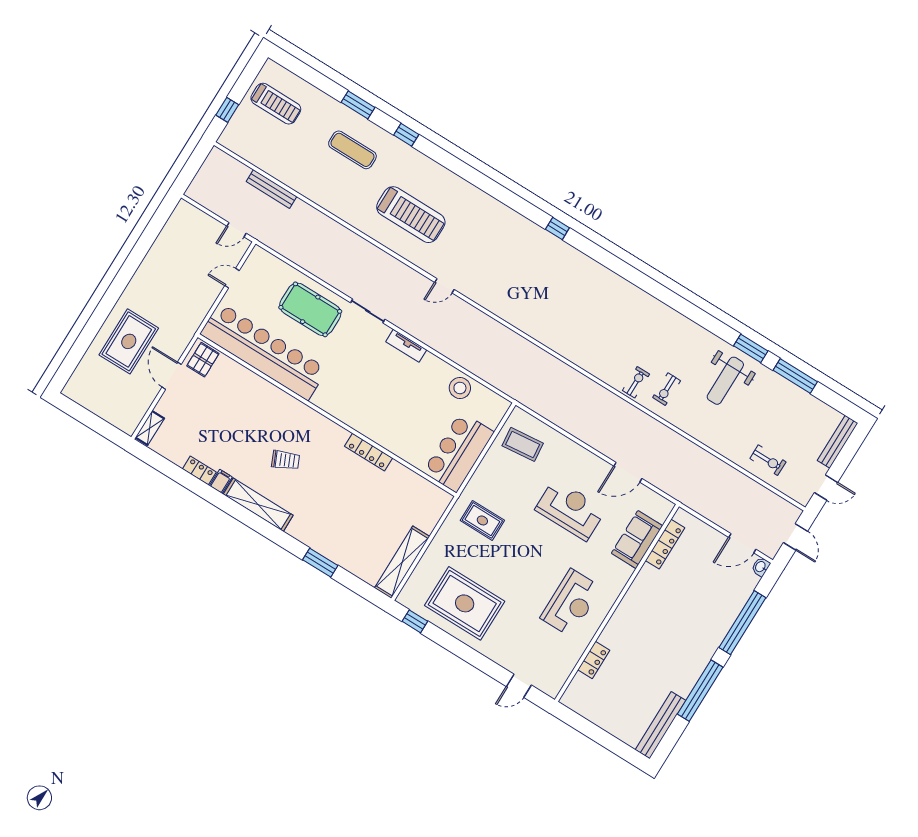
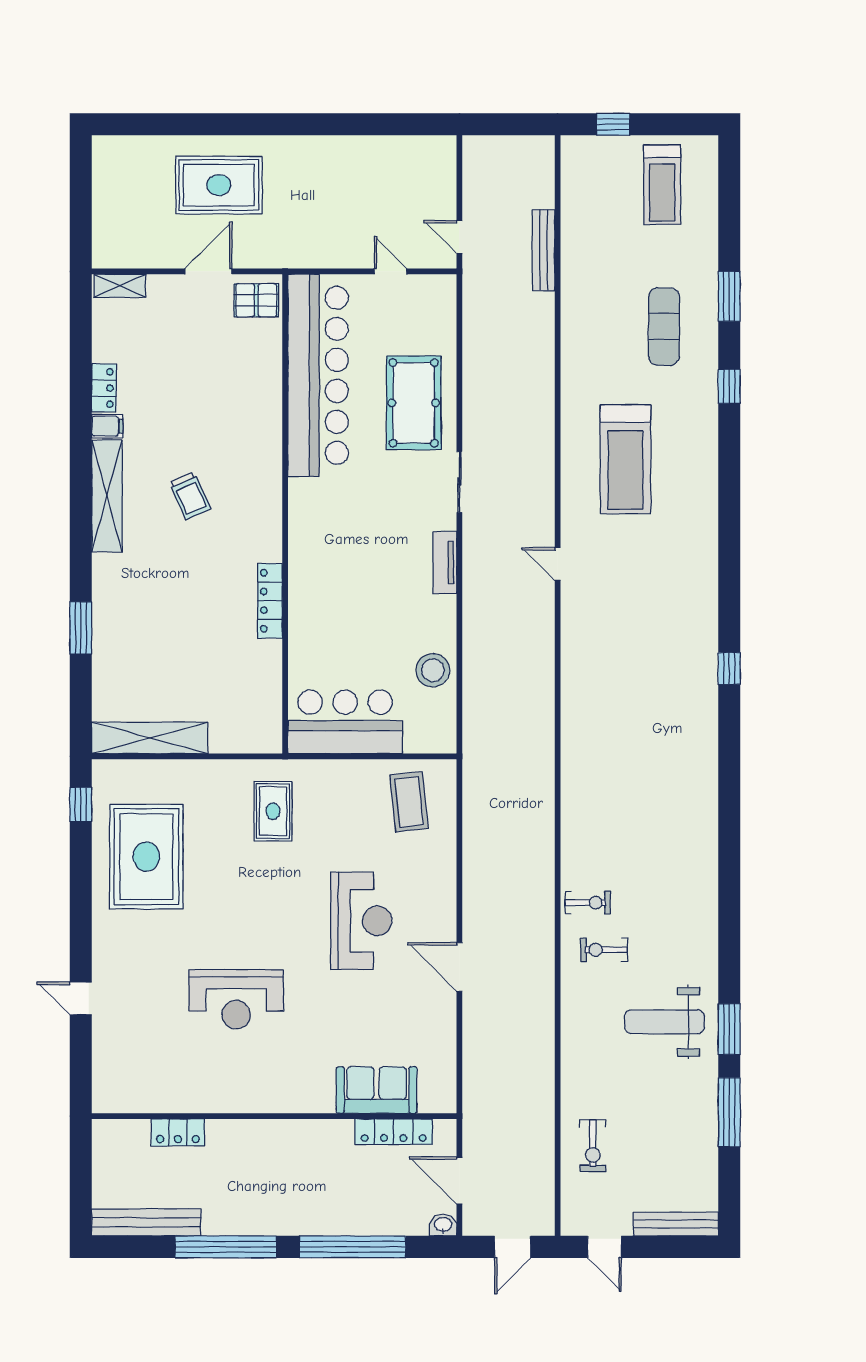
sofa: (637, 540) -> (377, 1090), moved
locker: (665, 544) -> (394, 1132), moved
wall: (617, 603) -> (274, 1116), moved
locker: (594, 660) -> (178, 1132), moved

